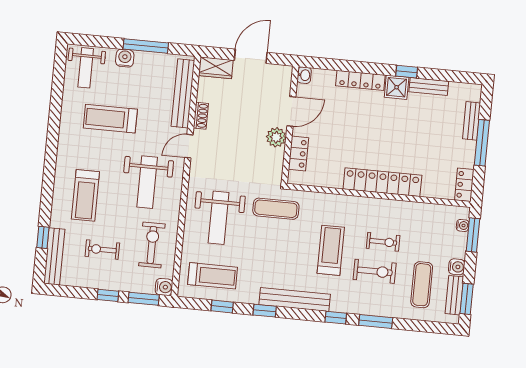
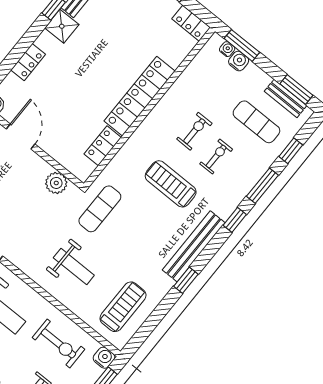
locker: (360, 80) -> (28, 62), width x0.66
plant: (276, 137) -> (56, 183), moved
locker: (298, 153) -> (103, 146), moved, turned -90
weight bench: (219, 218) -> (74, 266), width x0.73, depth x0.75
exercise bike: (152, 245) -> (58, 343), turned 180
water cooler: (457, 267) -> (239, 61), moved
exercise bike: (375, 271) -> (216, 157), width x0.73, depth x0.72
window: (222, 306) -> (291, 151), moved

